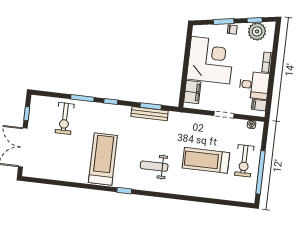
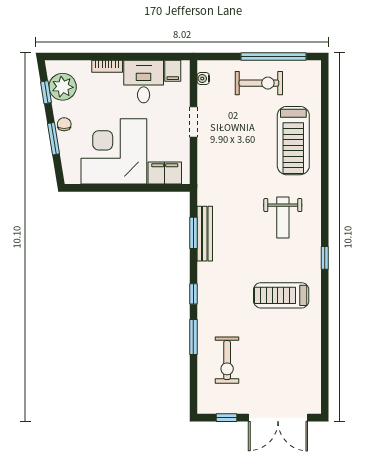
exercise bike: (65, 118) -> (227, 360), turned 90
treadmill: (103, 159) -> (281, 295), width x0.73, depth x0.73
treadmill: (206, 160) -> (293, 141), moved

